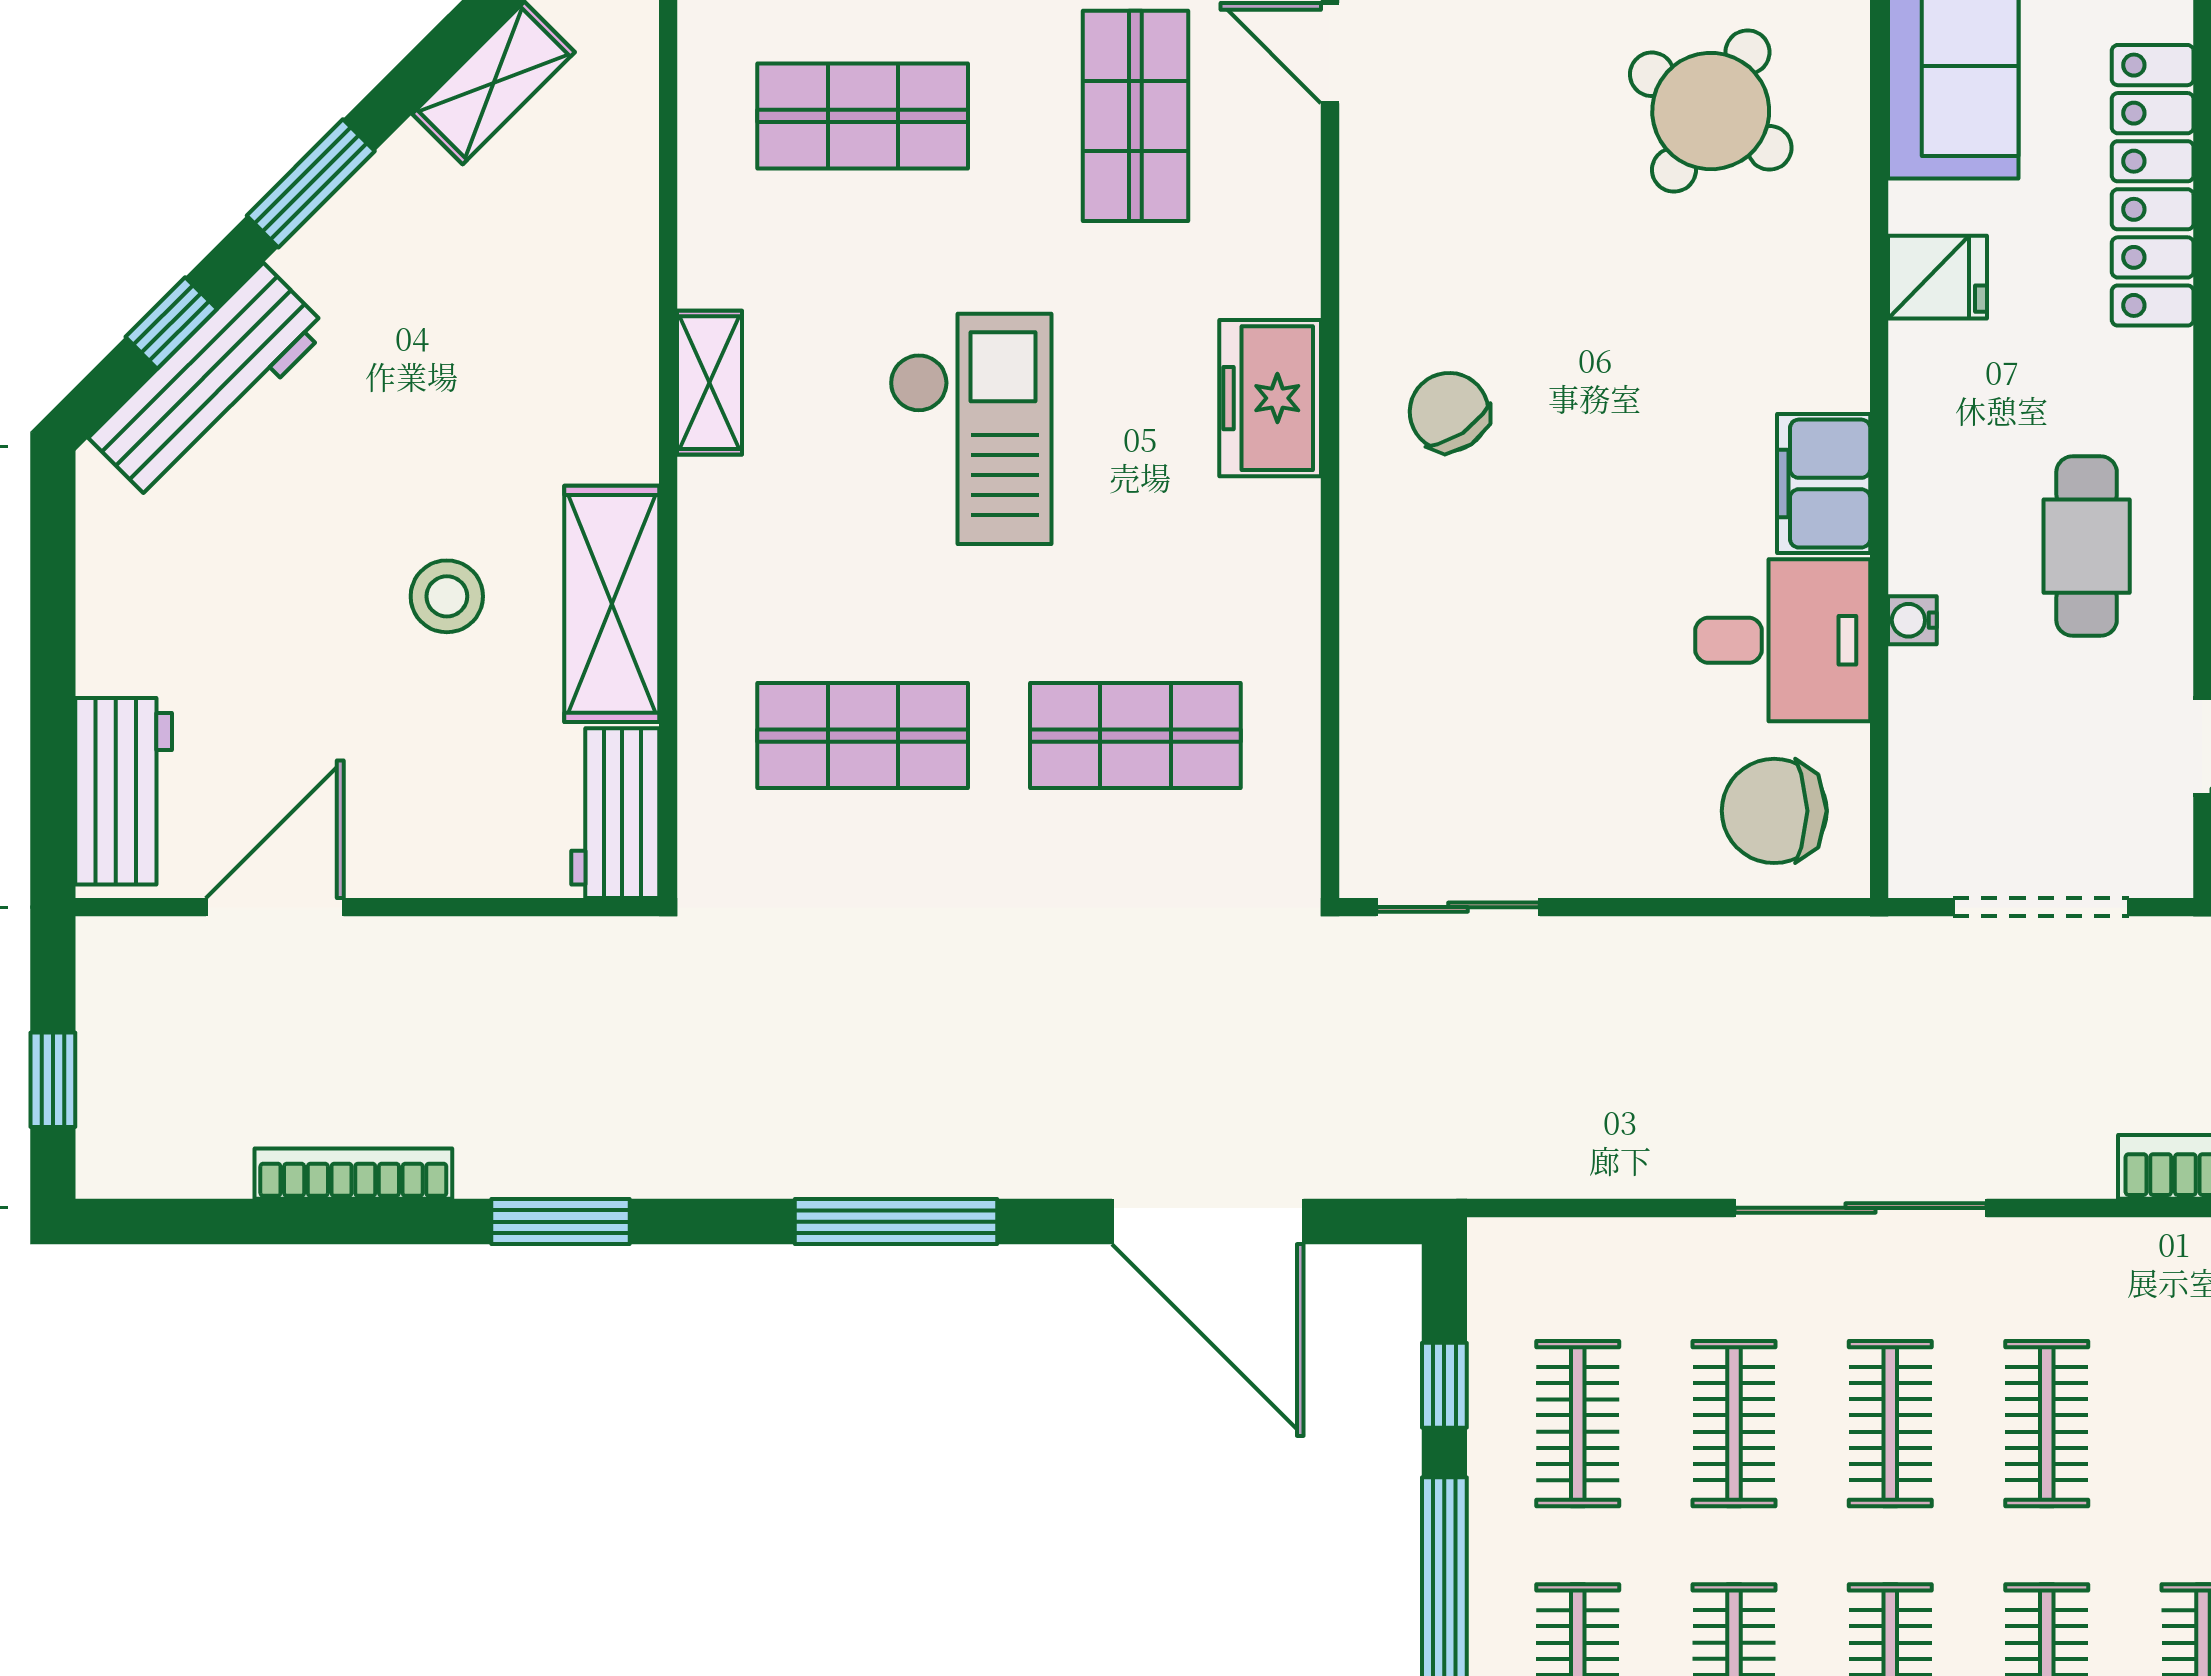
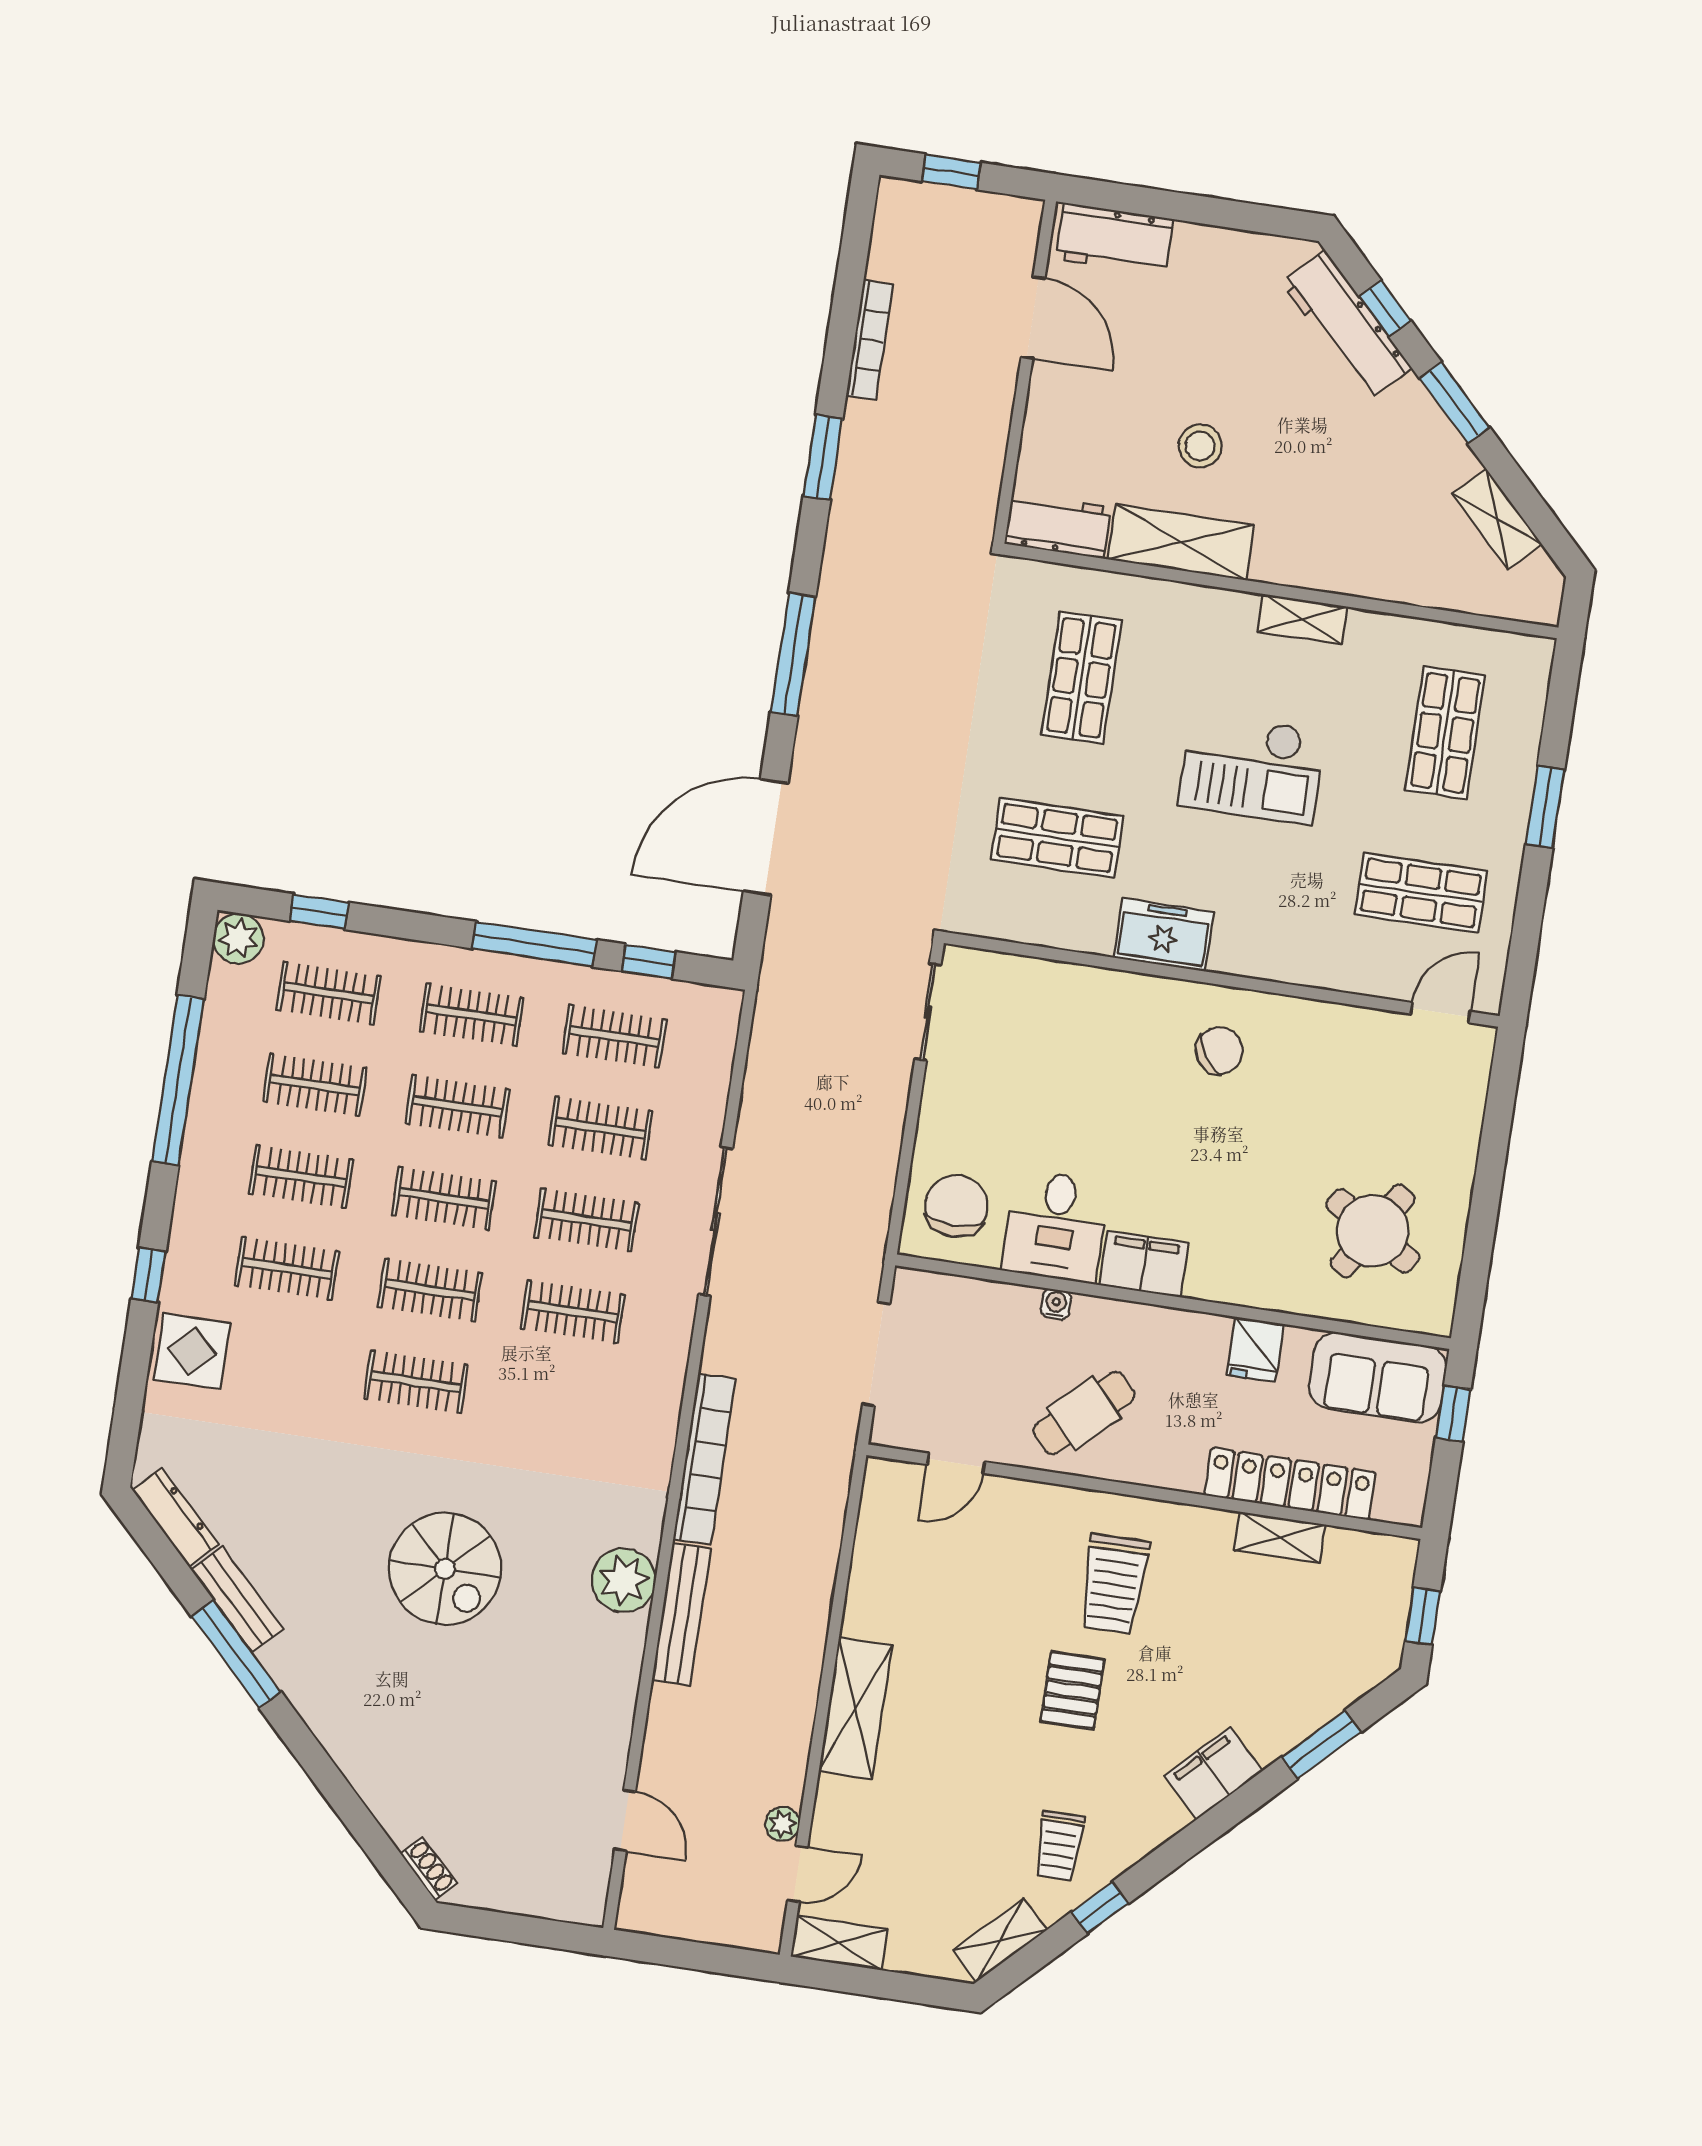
freezer: (1270, 398) -> (1164, 935), moved
cafe table: (2087, 546) -> (1084, 1413), turned -43
shop shelf: (1135, 736) -> (1057, 838), turned 90

